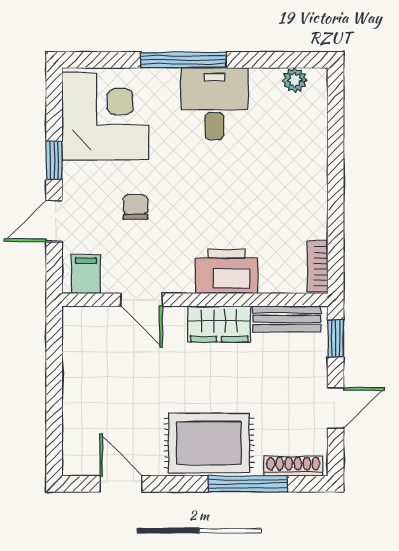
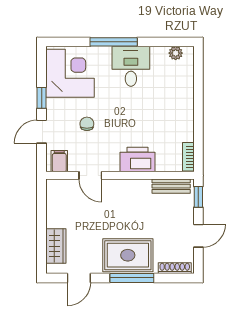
wardrobe: (219, 324) -> (56, 246), moved, turned -90
door: (121, 484) -> (79, 278), swing flipped
window: (248, 484) -> (132, 278), moved

